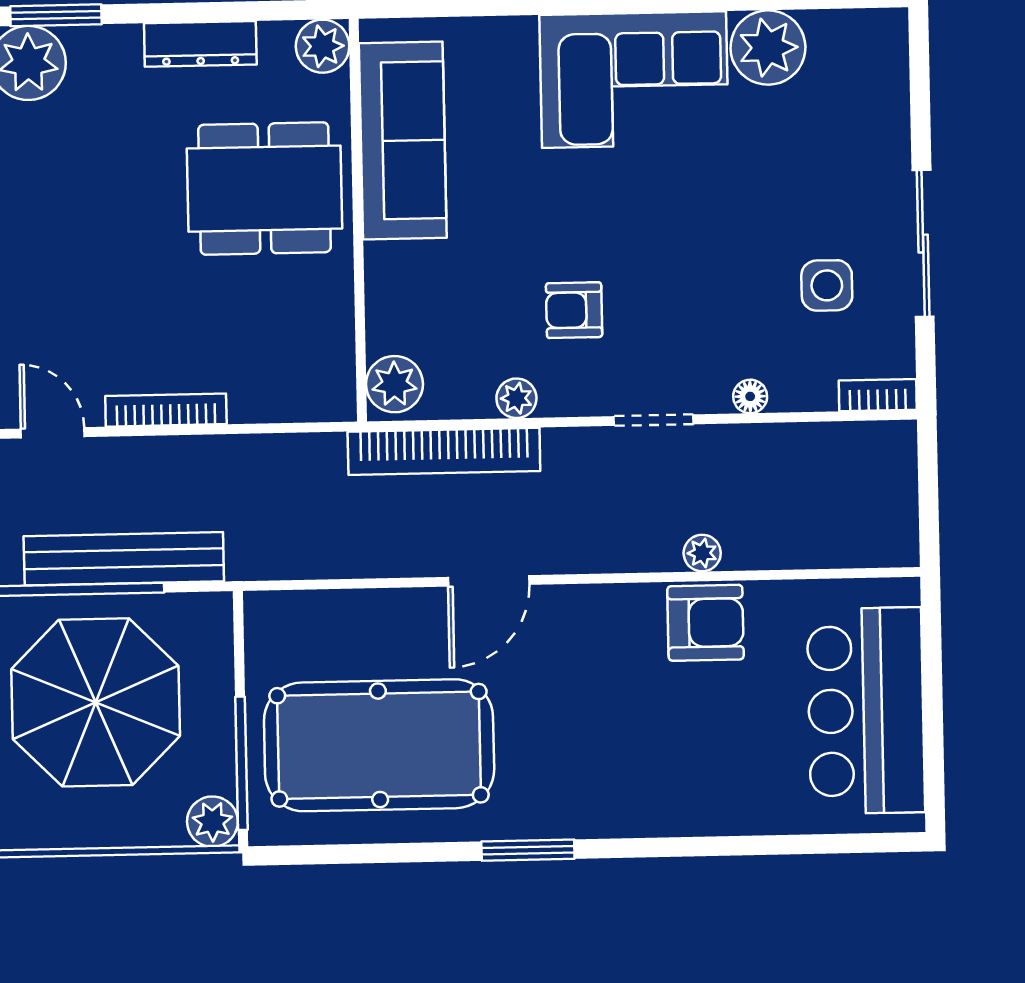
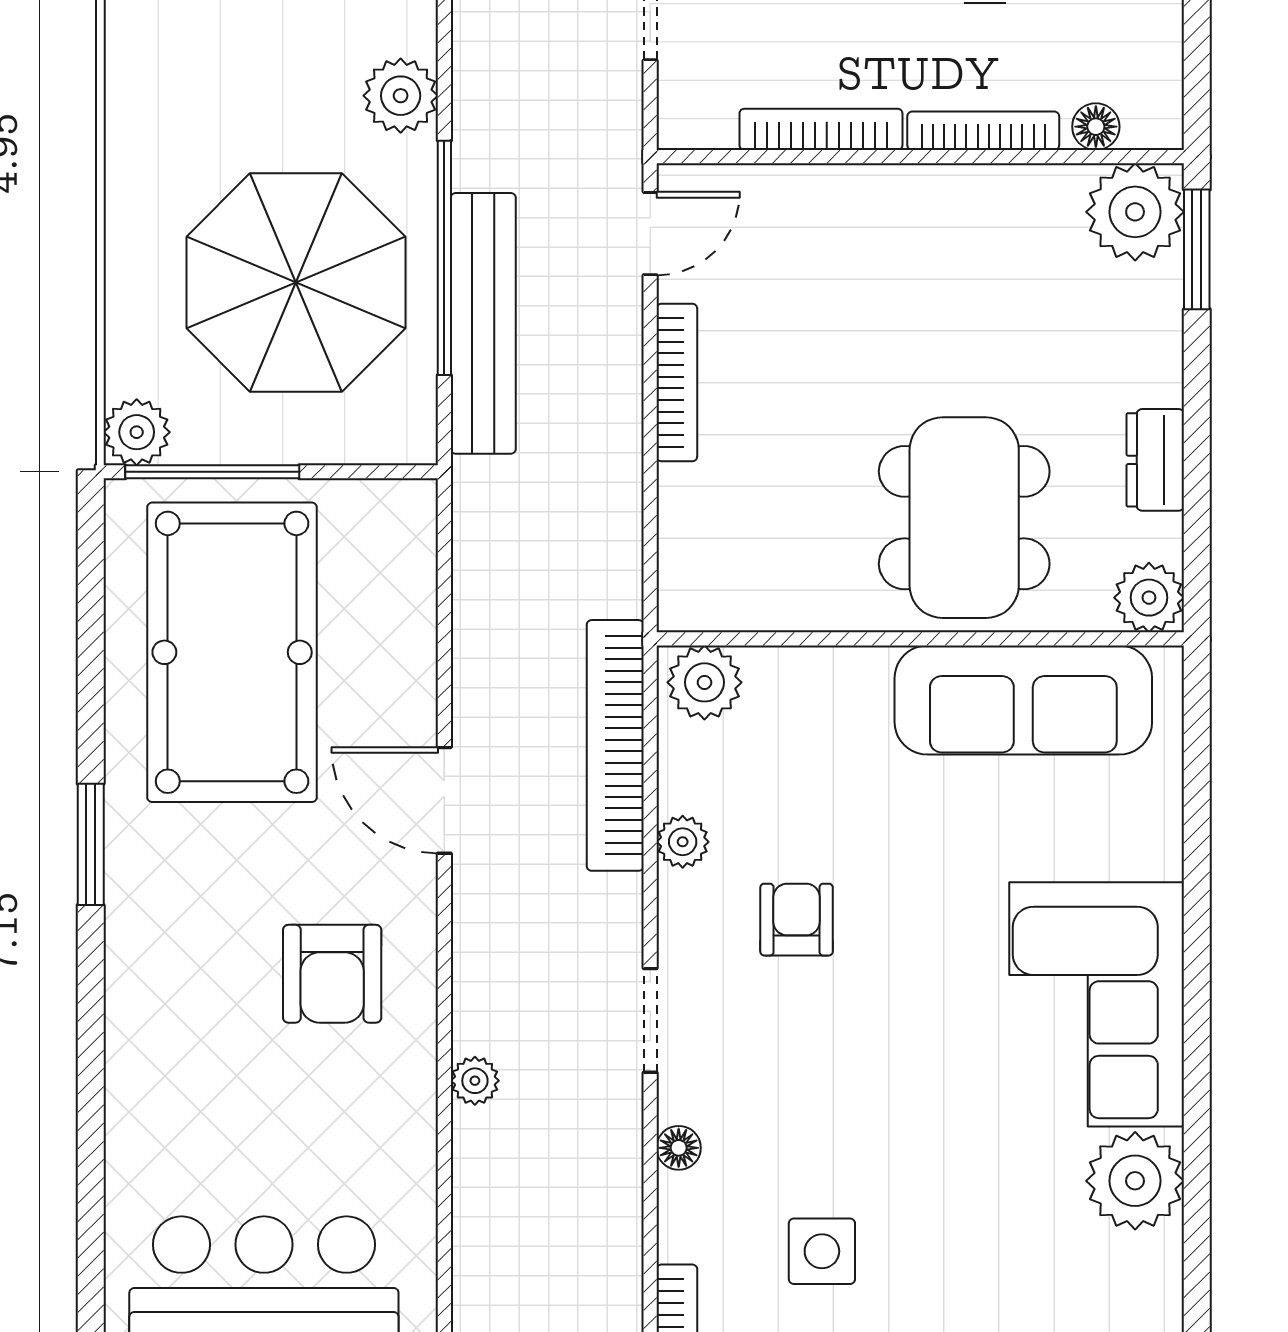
dresser: (200, 44) -> (1155, 460), width x0.70
armchair: (706, 623) -> (332, 974), moved

